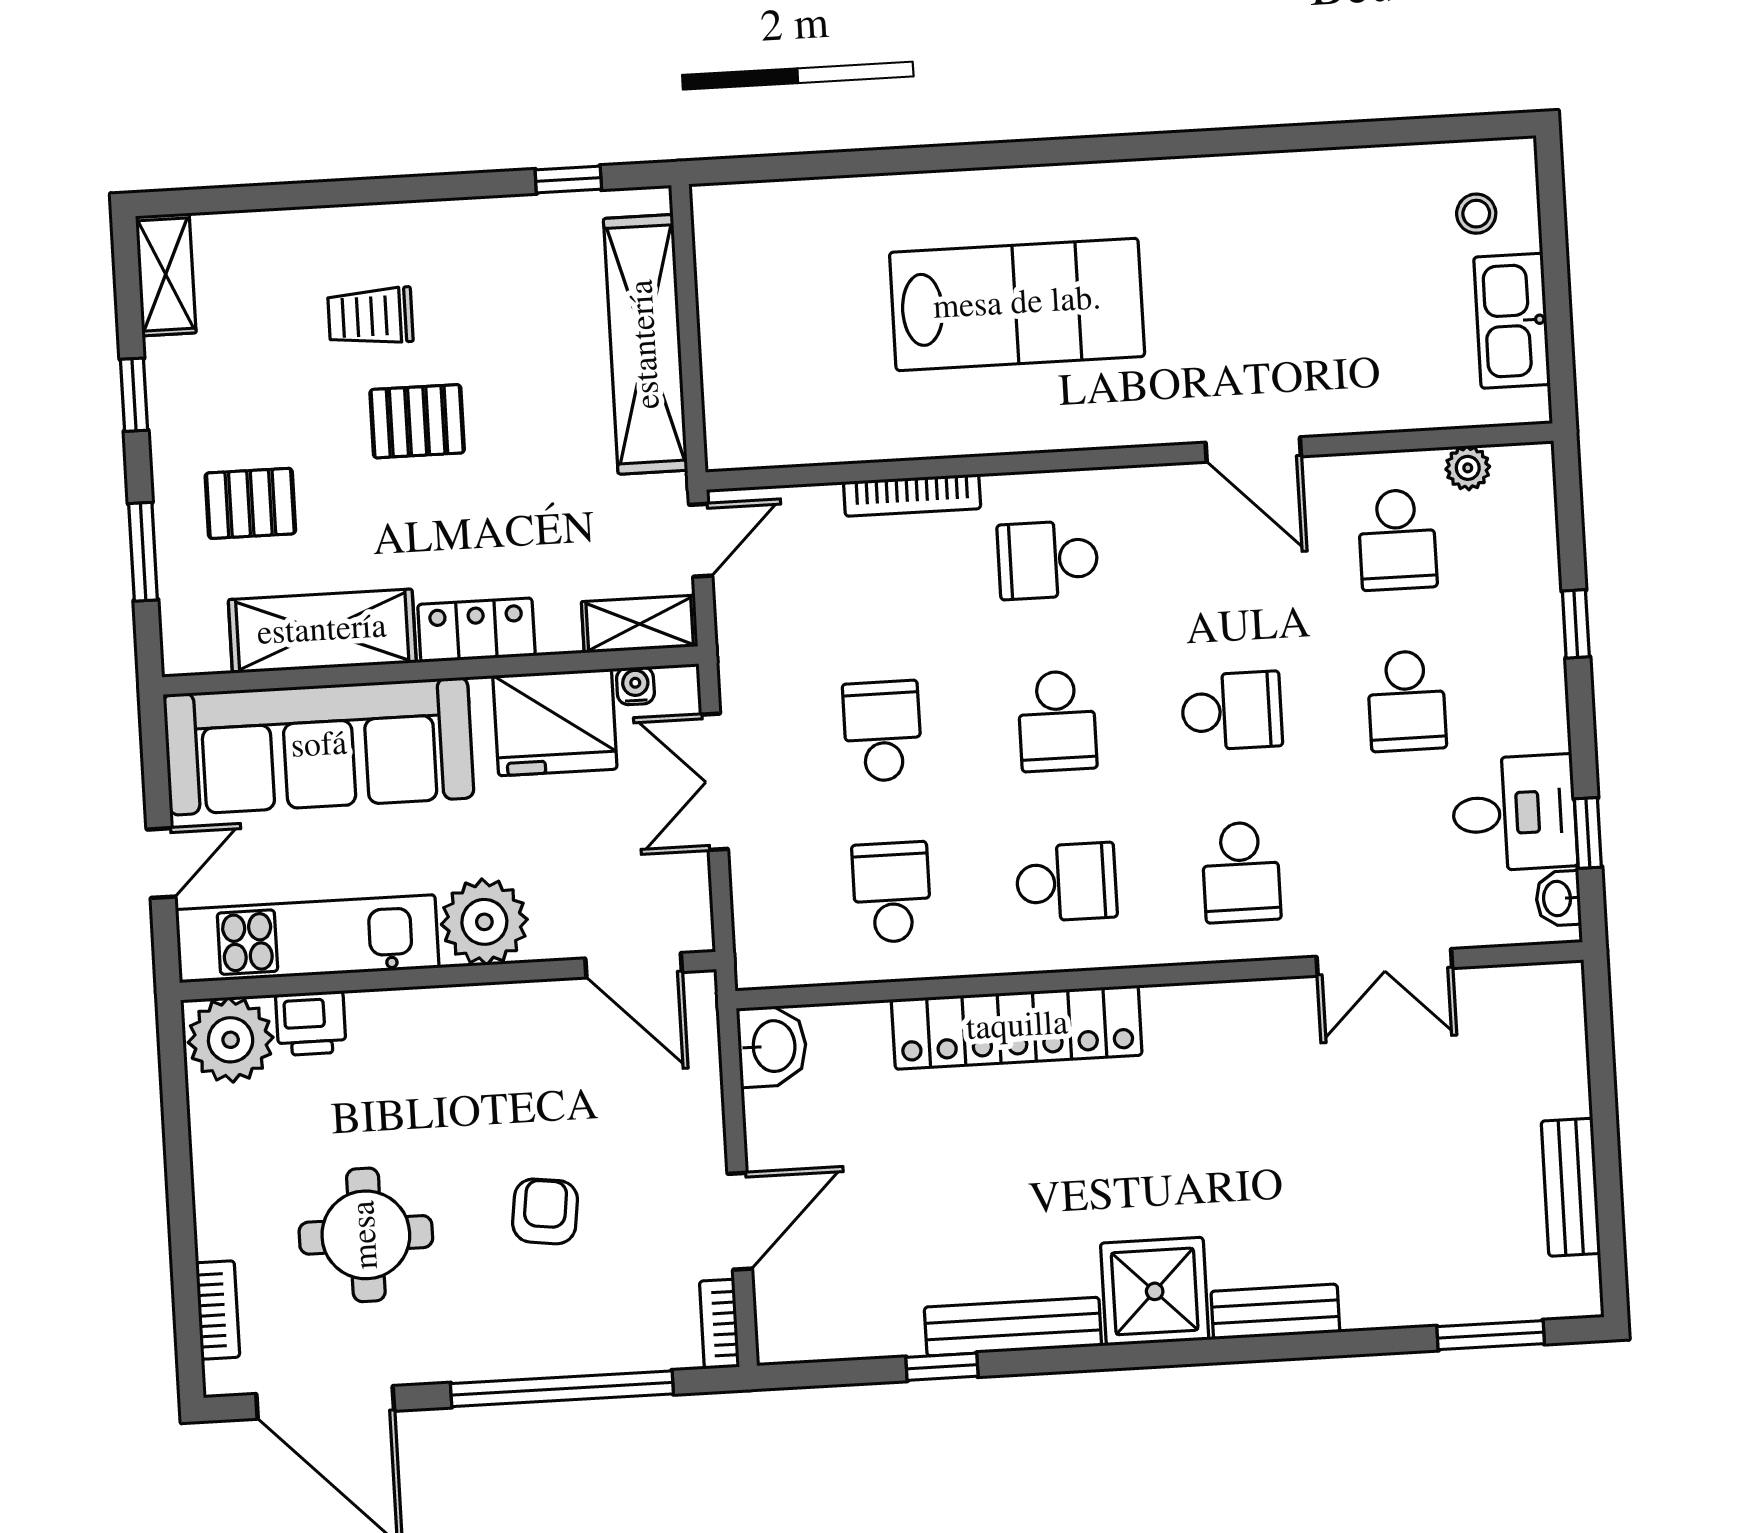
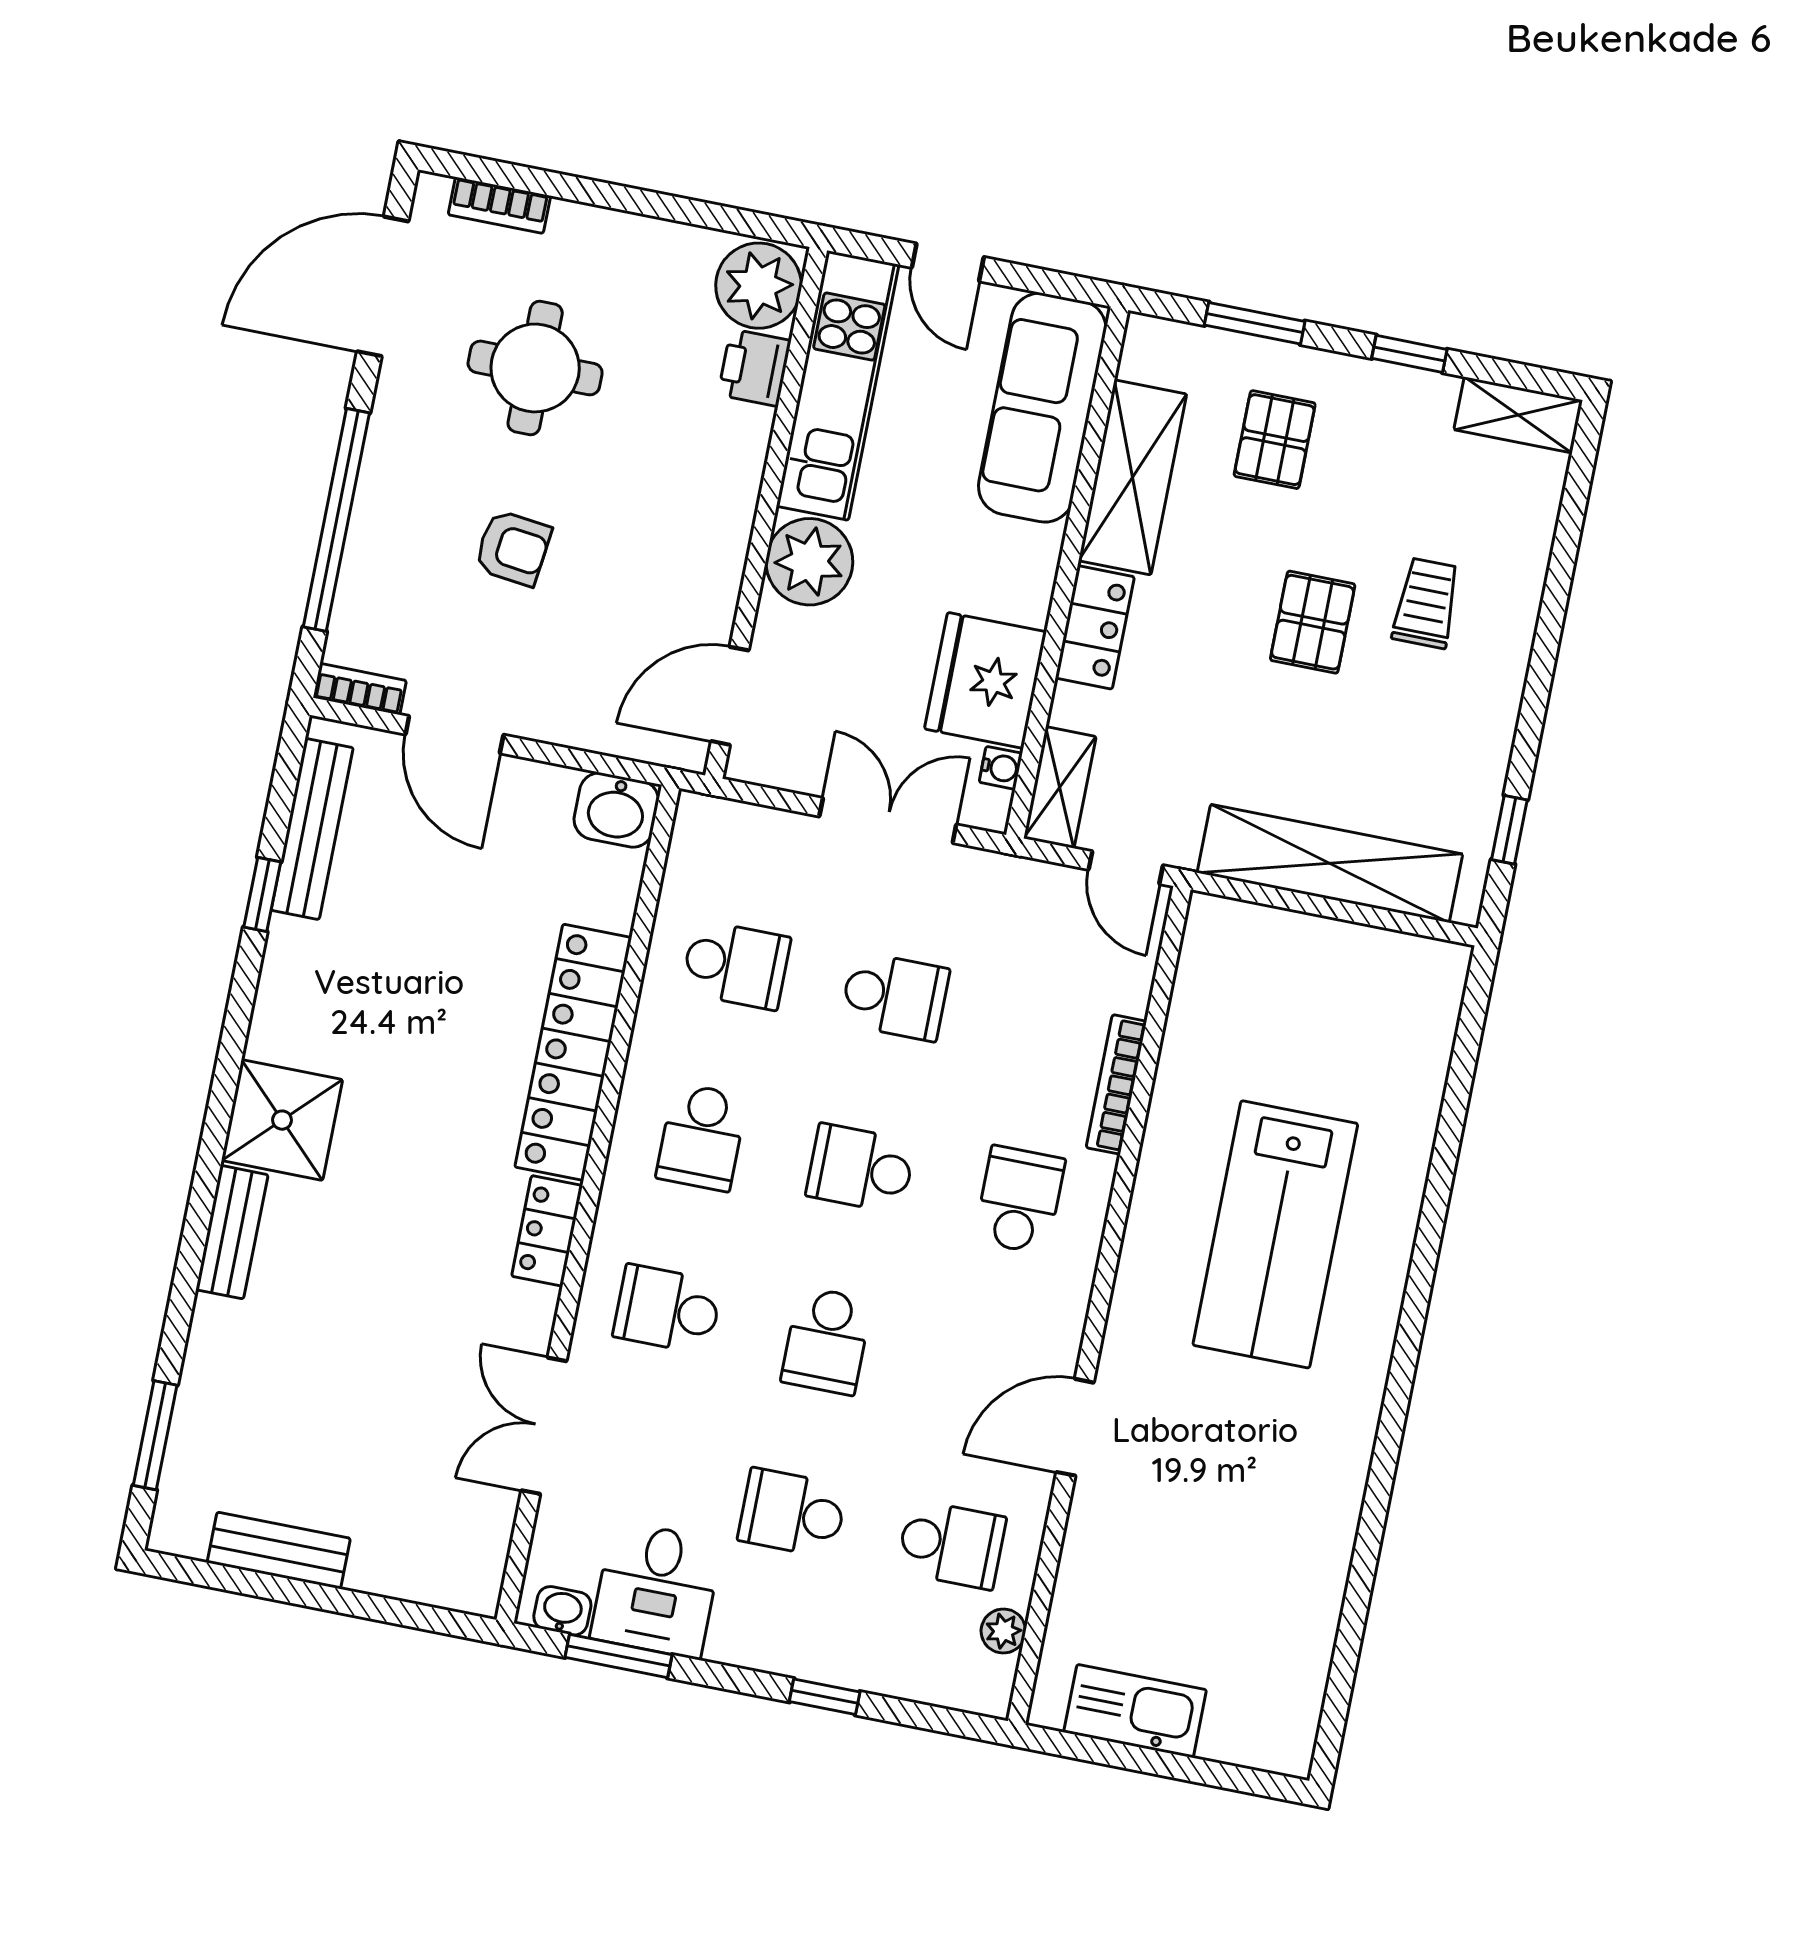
stool: (1476, 214) -> (1248, 1703), removed
school desk: (1397, 540) -> (951, 1545), turned 180
sofa: (319, 746) -> (1042, 408), width x0.74, depth x0.79
window: (1588, 833) -> (619, 1656), width x1.50
locker: (1195, 1008) -> (547, 1231), added
bench: (1013, 1327) -> (312, 829), moved

